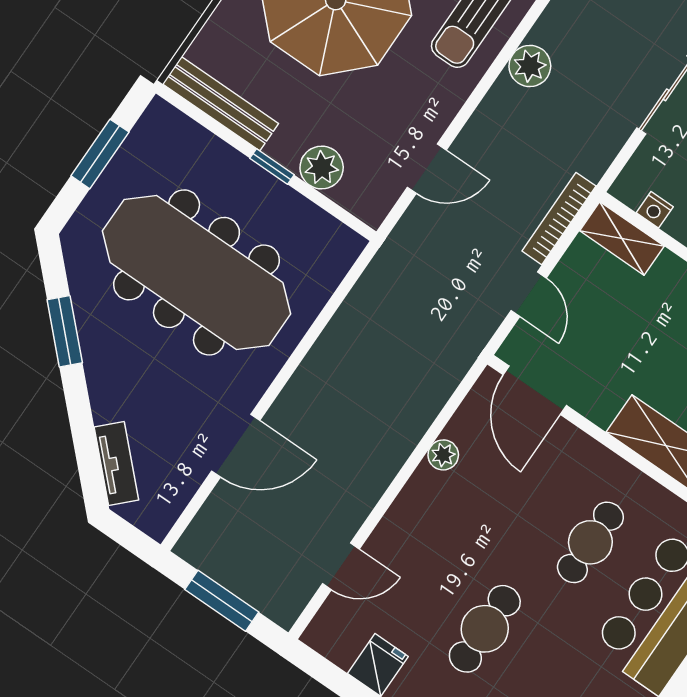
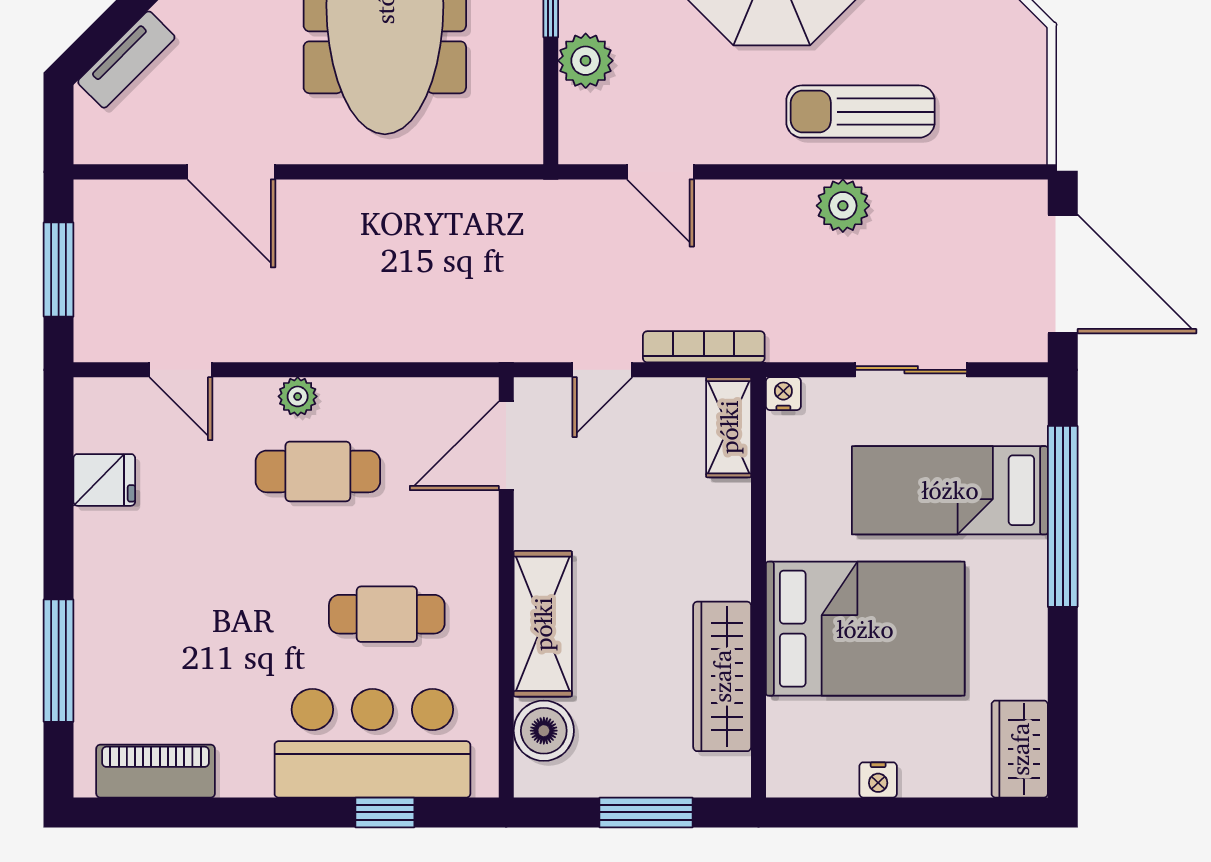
nightstand: (655, 210) -> (783, 394), moved, turned 90
plant: (443, 455) -> (298, 396), moved
cafe table: (485, 629) -> (318, 471), moved

